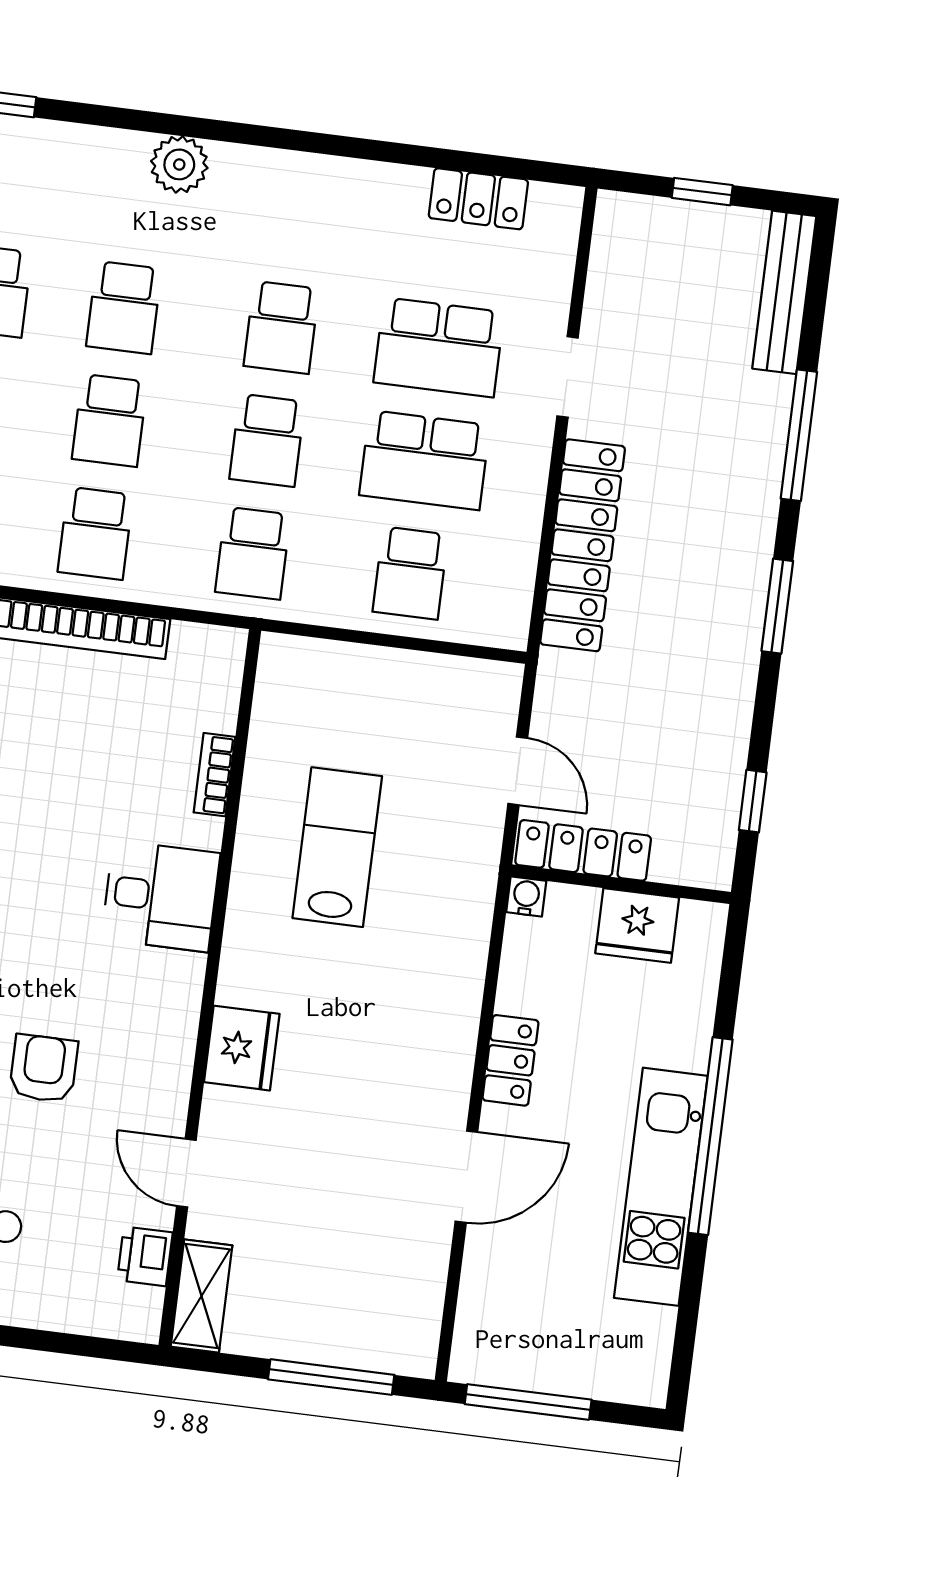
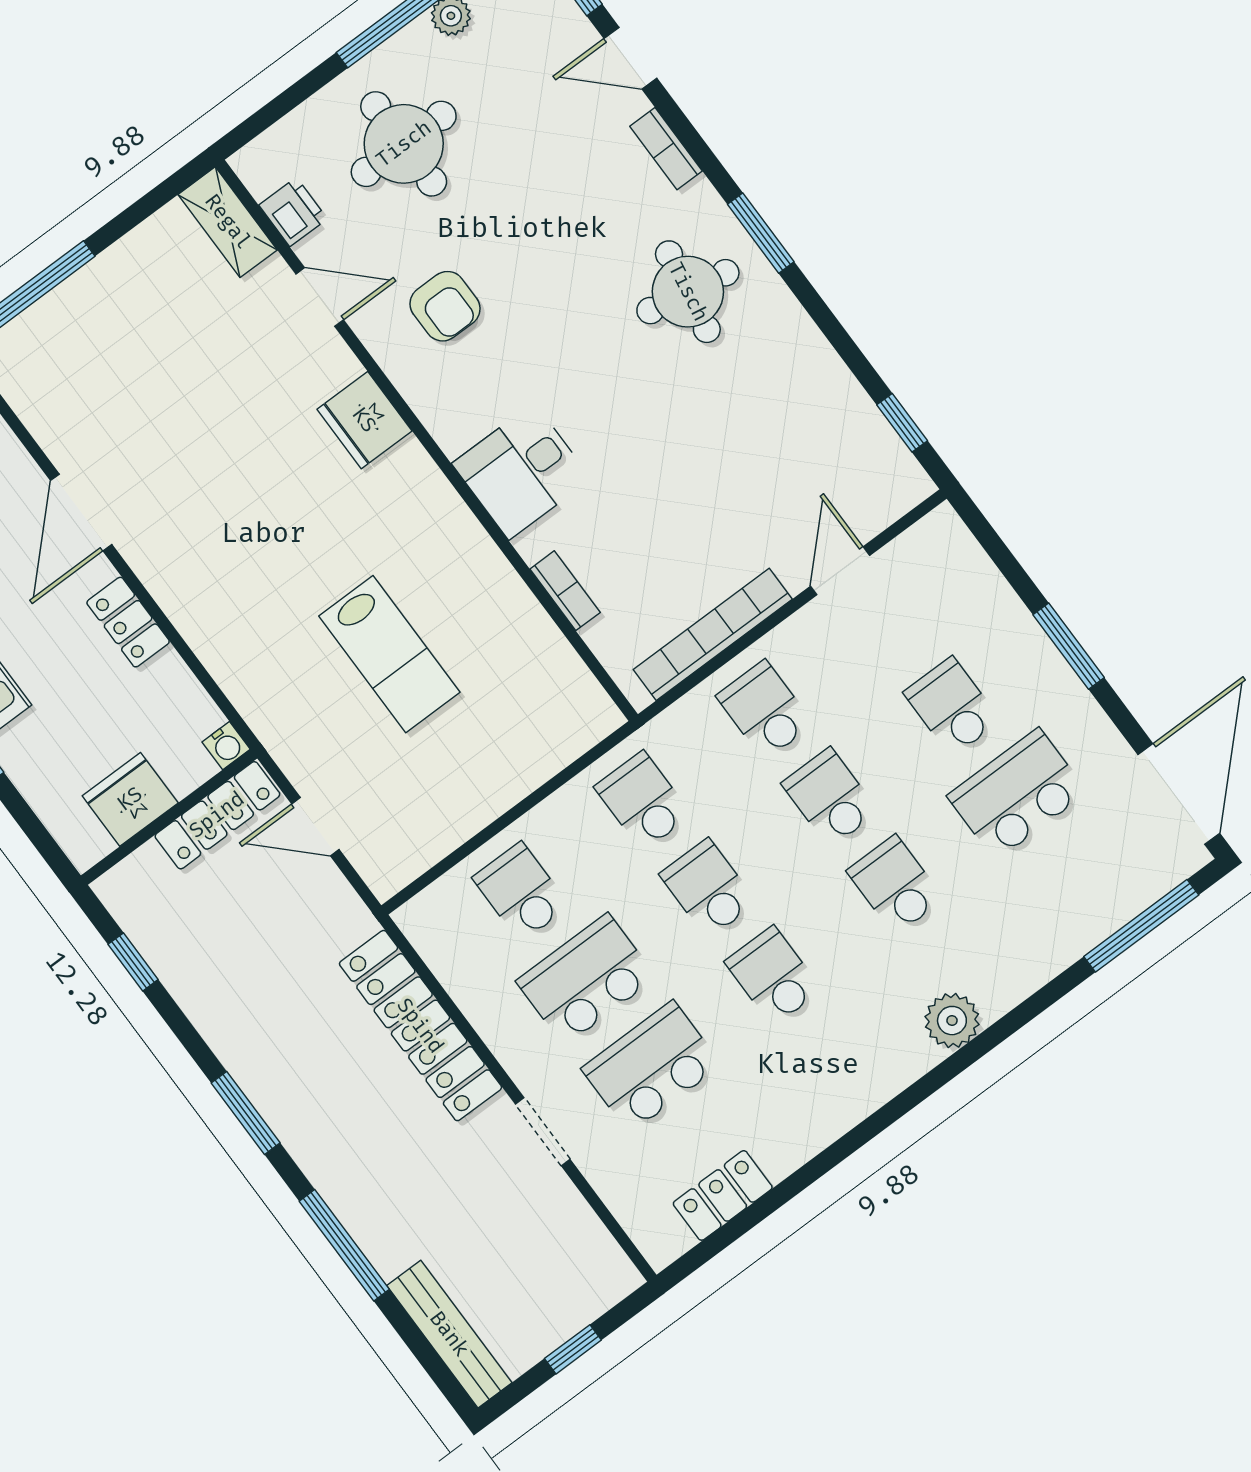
bookcase: (214, 775) -> (565, 591), moved
desk: (161, 896) -> (521, 471), moved
wall: (210, 988) -> (427, 440), moved
fridge: (242, 1048) -> (364, 420), moved
door: (186, 1173) -> (320, 297), moved
printer: (145, 1256) -> (293, 212), moved
shelving: (202, 1296) -> (228, 222), moved

